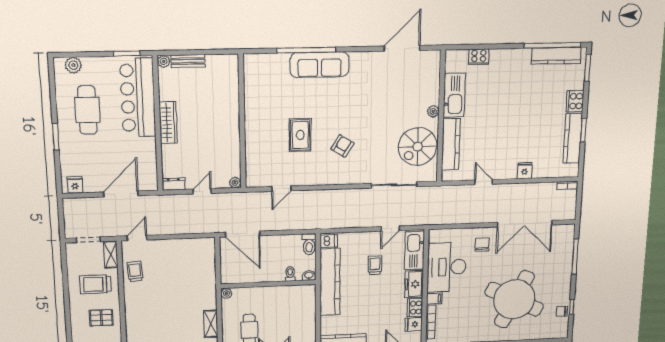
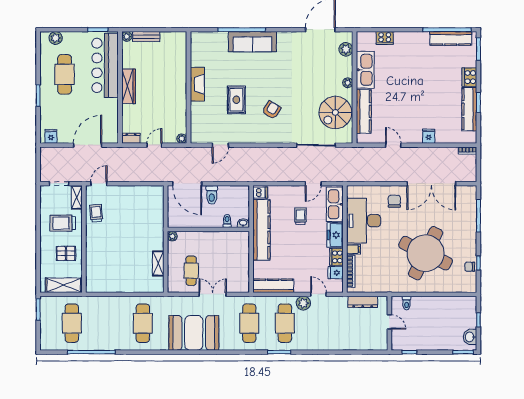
plant: (432, 71) -> (346, 49), added
fireplace: (253, 118) -> (197, 84), added
toilet: (309, 244) -> (212, 195), moved

